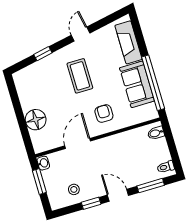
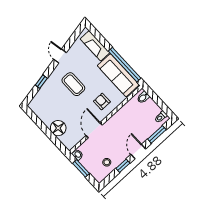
sofa: (137, 84) -> (118, 75), width x1.36
door: (118, 195) -> (138, 152), hinge flipped

